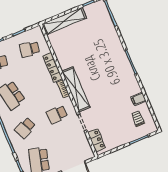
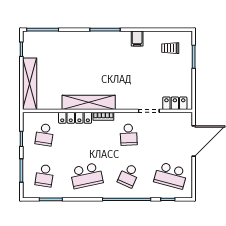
shelving: (76, 89) -> (89, 102), moved
filing cabinet: (138, 99) -> (137, 38), moved
school desk: (25, 128) -> (129, 176), turned 48

